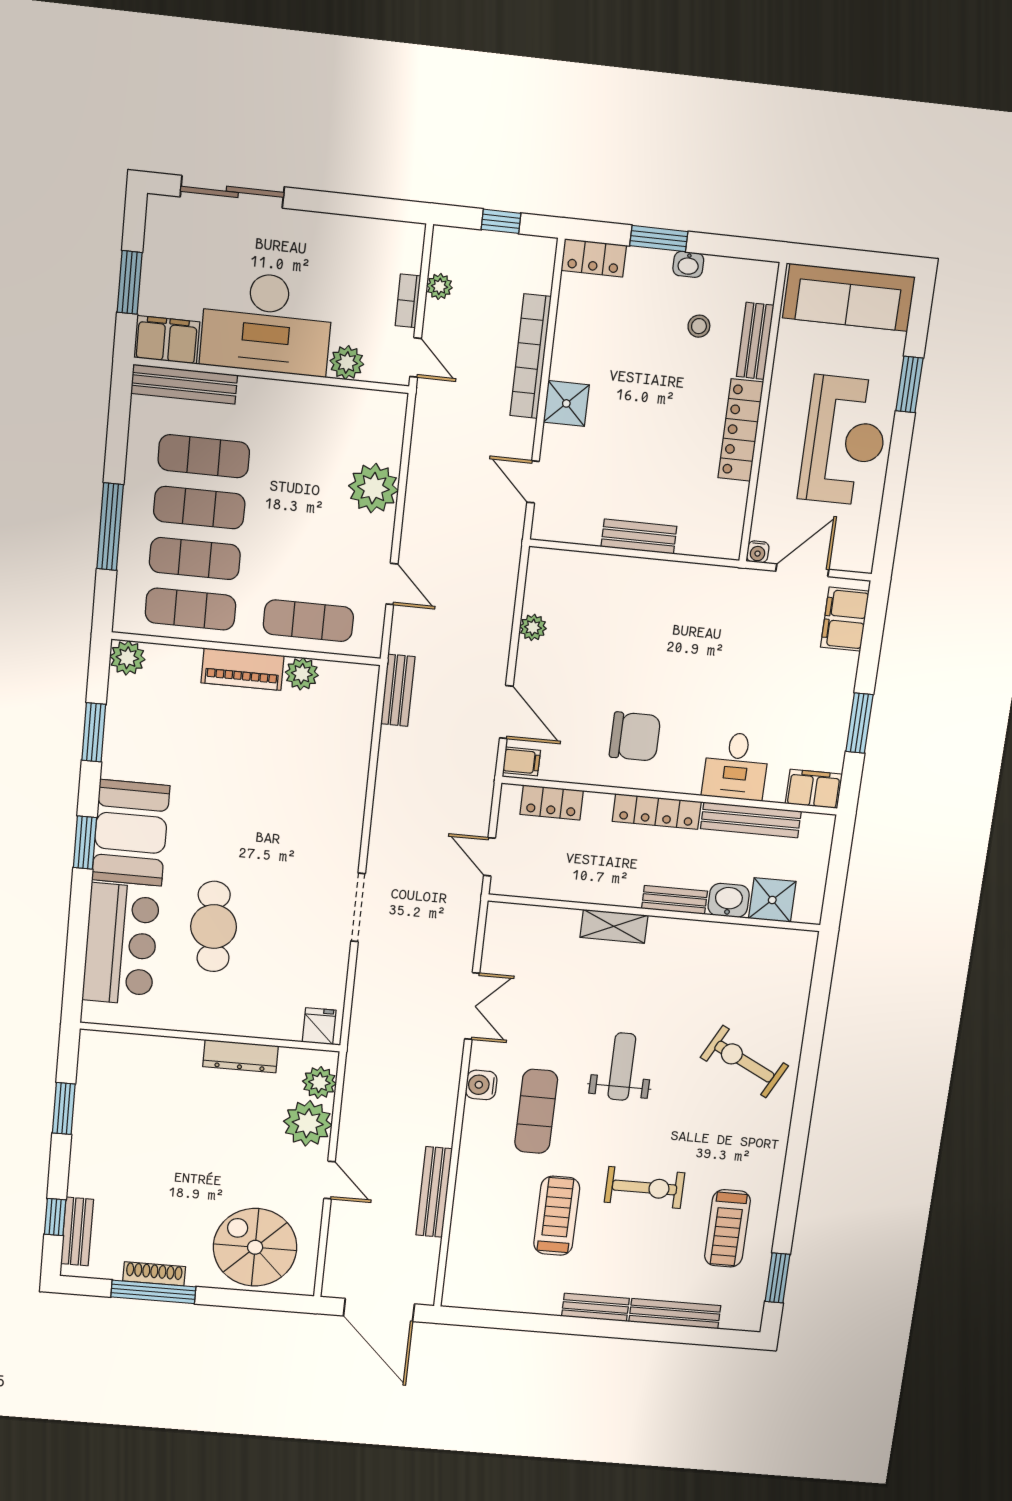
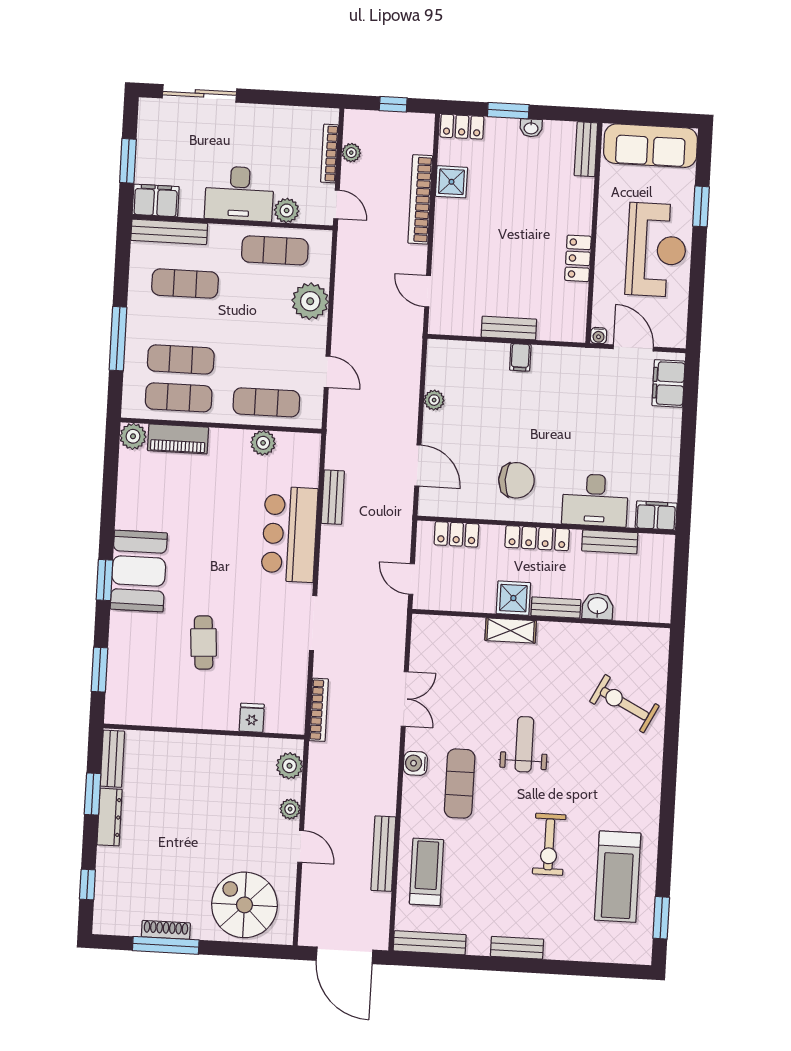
bookcase: (408, 301) -> (330, 154), width x1.56
desk: (267, 323) -> (239, 194), width x0.73, depth x0.77
stool: (699, 326) -> (542, 172), removed
bench: (755, 341) -> (586, 149), moved
shower: (566, 403) -> (451, 182), moved
locker: (741, 430) -> (578, 258), width x0.66
exercise mat: (199, 508) -> (275, 250), moved
door: (802, 570) -> (633, 348), hinge flipped
piano: (243, 669) -> (178, 439), moved
bench: (398, 690) -> (333, 497), moved
window: (859, 723) -> (687, 463), removed
window: (94, 732) -> (99, 670), moved
filing cabinet: (521, 761) -> (520, 357), moved, turned 90
desk: (736, 766) -> (595, 500), width x1.37
bench: (751, 820) -> (610, 542), width x0.73
shower: (772, 900) -> (513, 598), moved
cafe table: (214, 926) -> (204, 642), width x0.73, depth x0.74
bar counter: (121, 944) -> (289, 534), moved, turned 180
bookcase: (360, 1015) -> (319, 710), added
fridge: (319, 1026) -> (252, 718), moved
dresser: (240, 1056) -> (110, 817), moved, turned -90
exercise bike: (744, 1062) -> (624, 704), moved
plant: (308, 1123) -> (290, 809), width x0.53, depth x0.53
exercise bike: (645, 1188) -> (549, 844), turned 90
treadmill: (557, 1216) -> (427, 872), moved
treadmill: (727, 1228) -> (618, 877), width x1.37, depth x1.38
bench: (77, 1232) -> (112, 759), moved
bench: (675, 1314) -> (430, 943), moved

